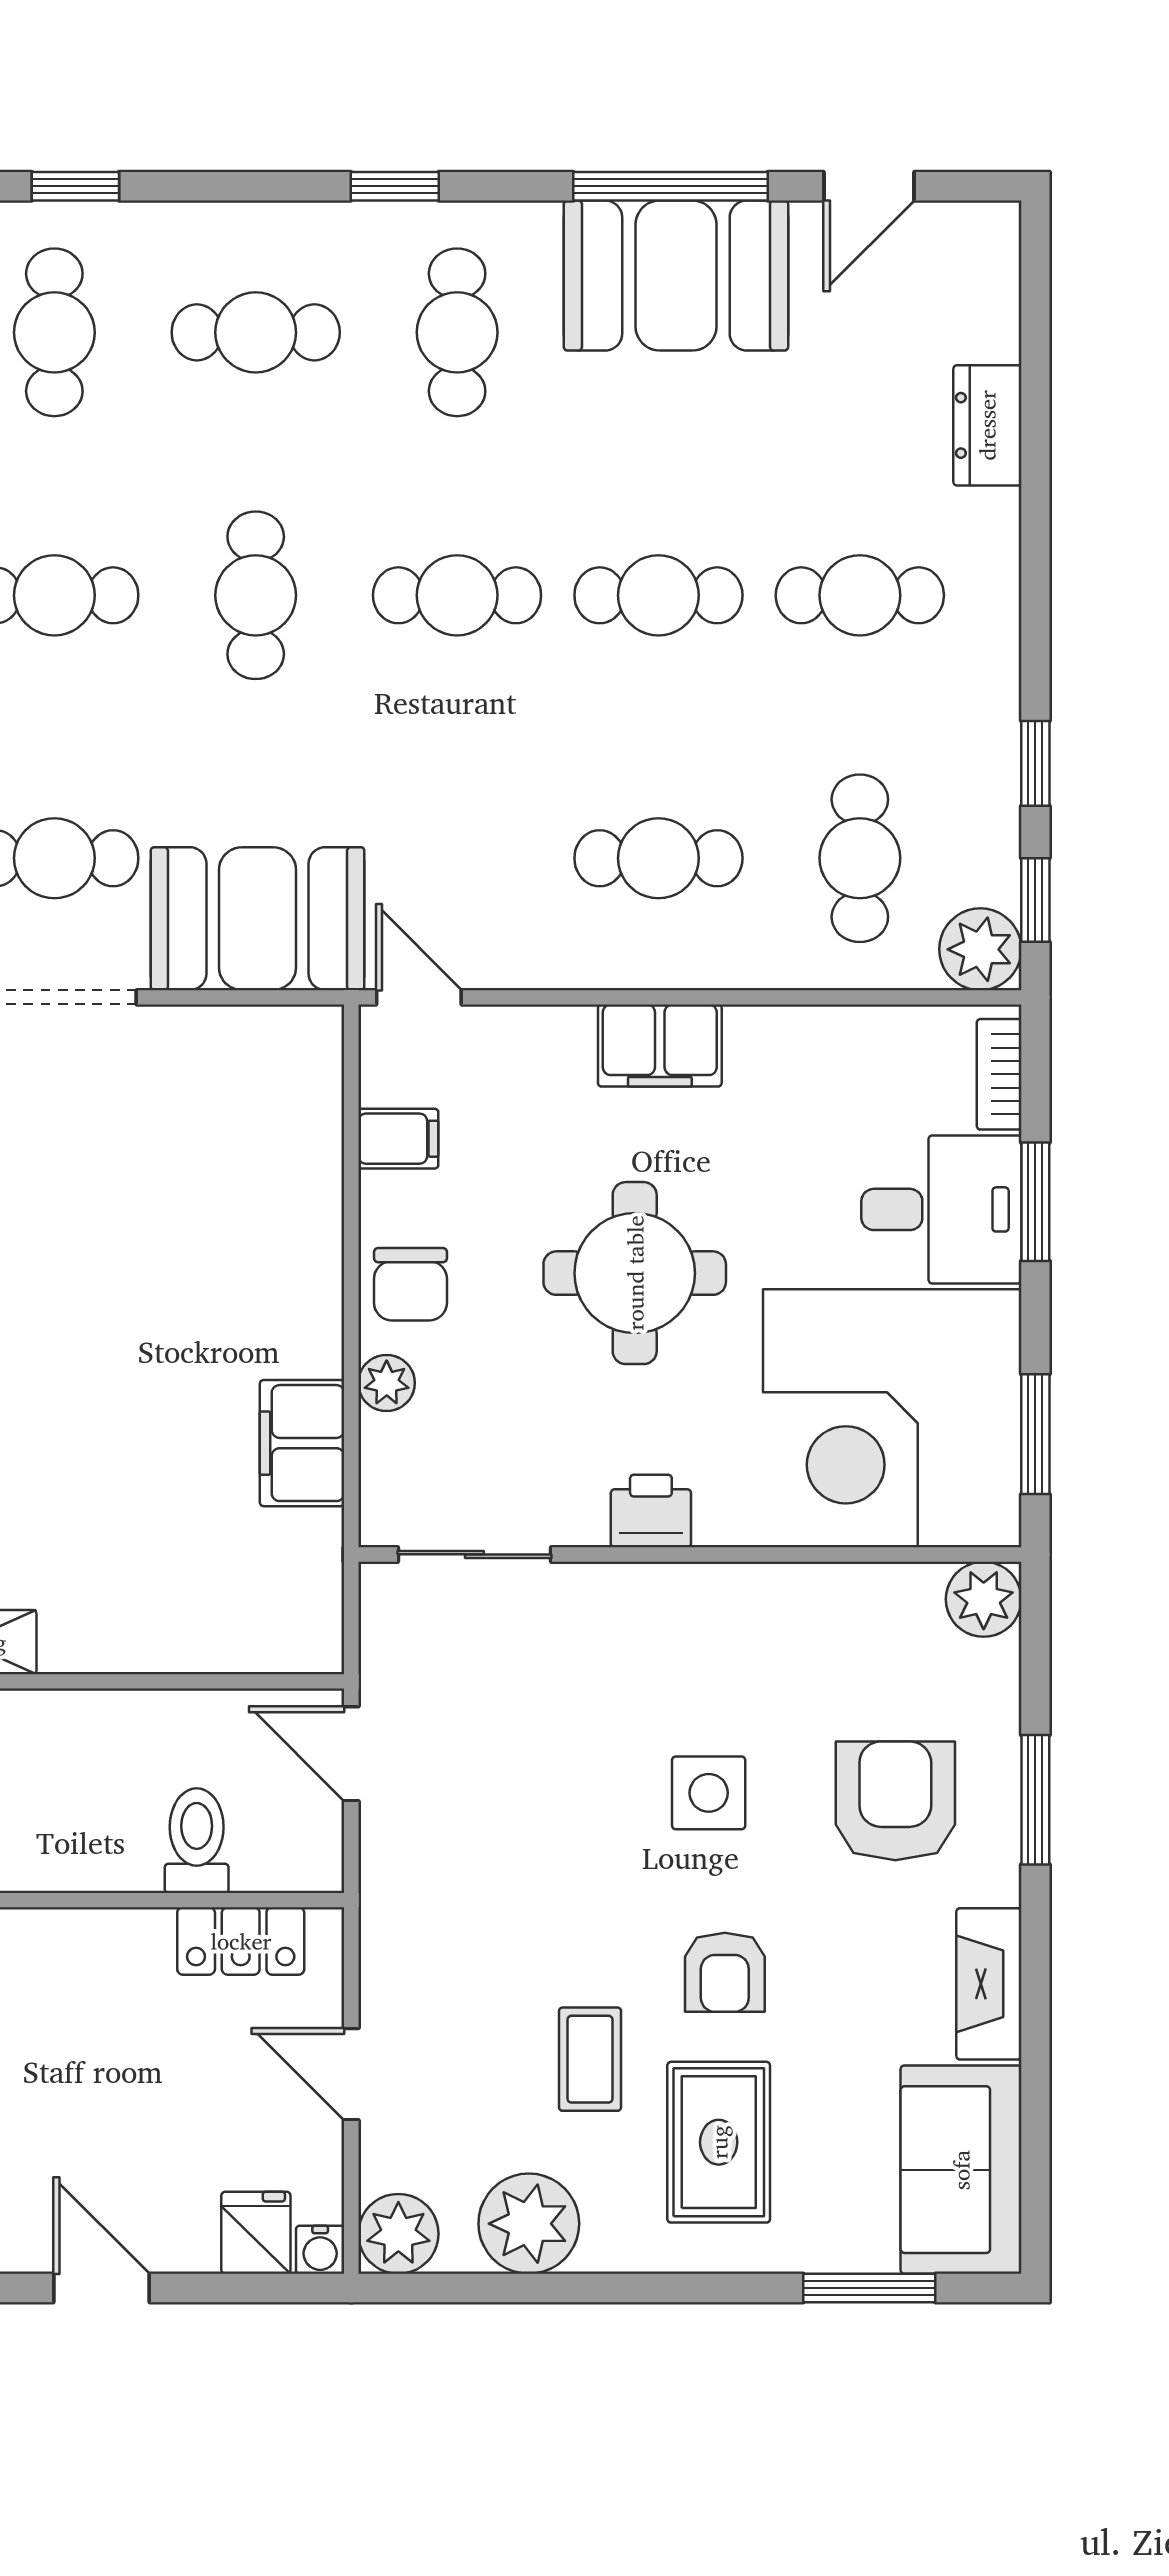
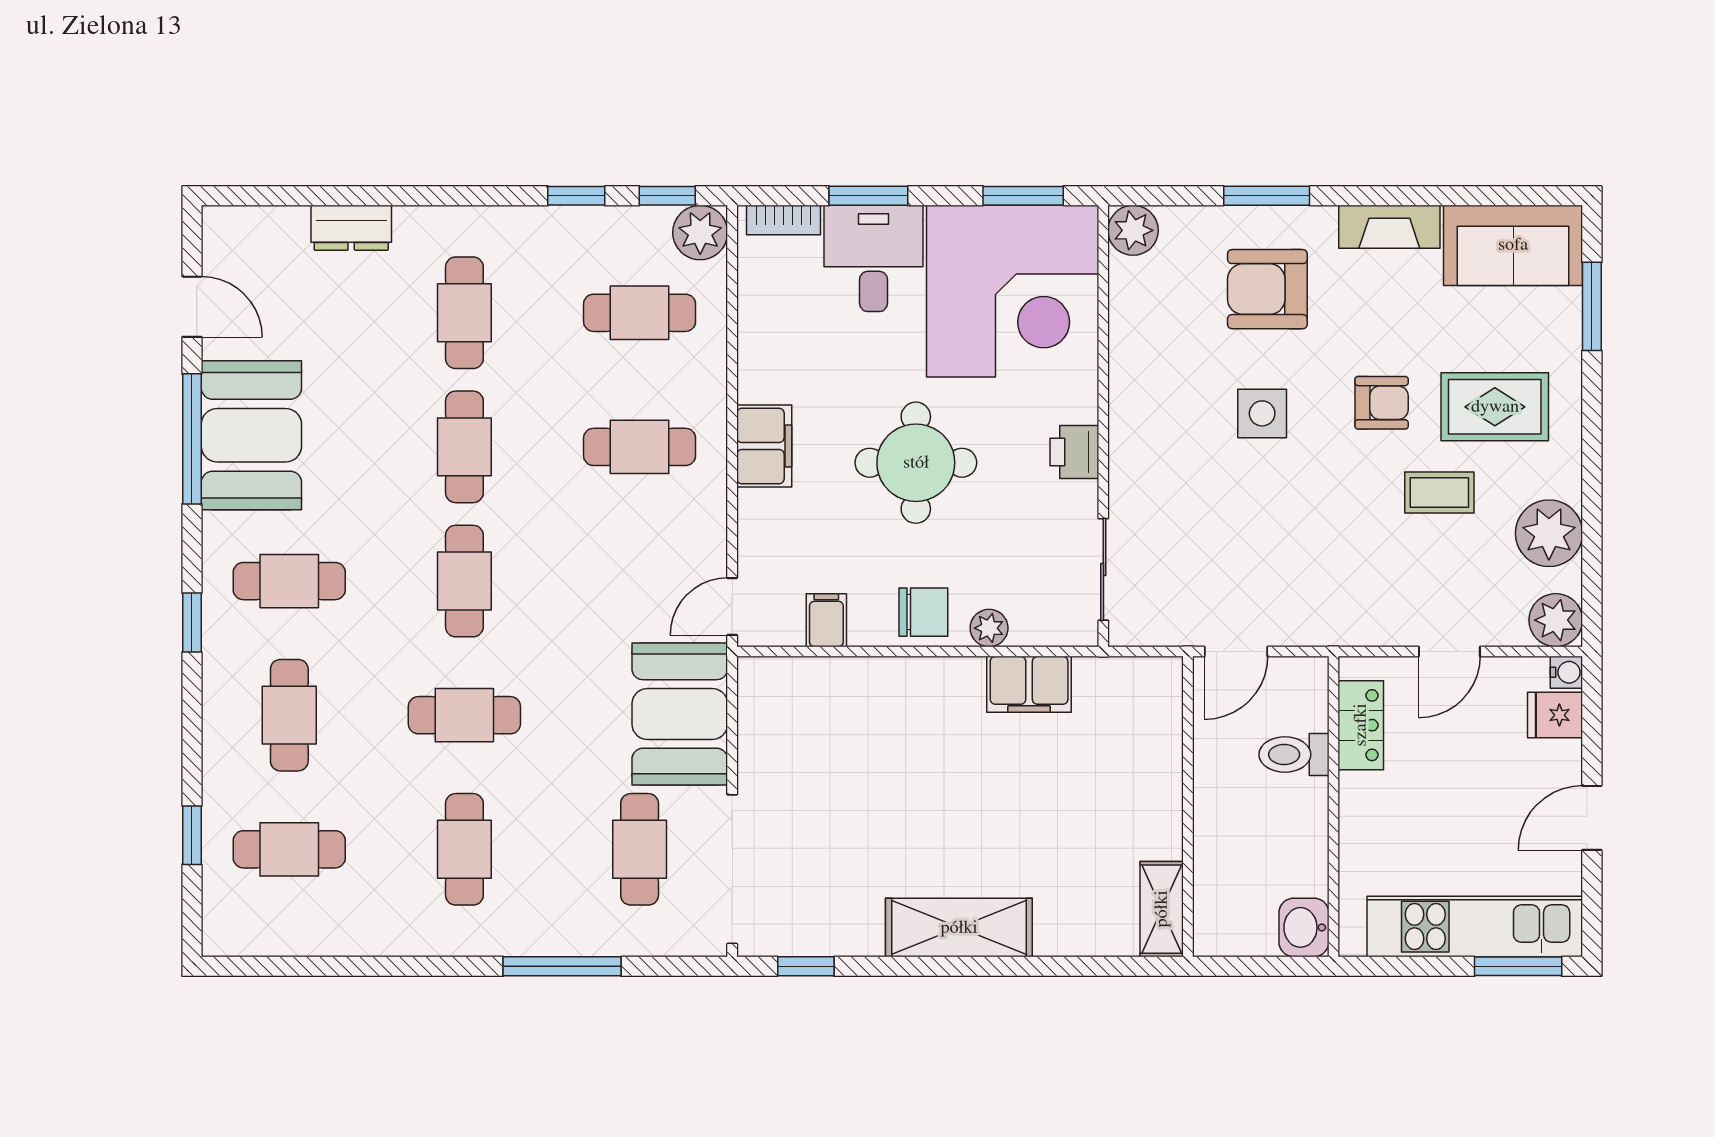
cafe table: (658, 858) -> (640, 447), turned 90

